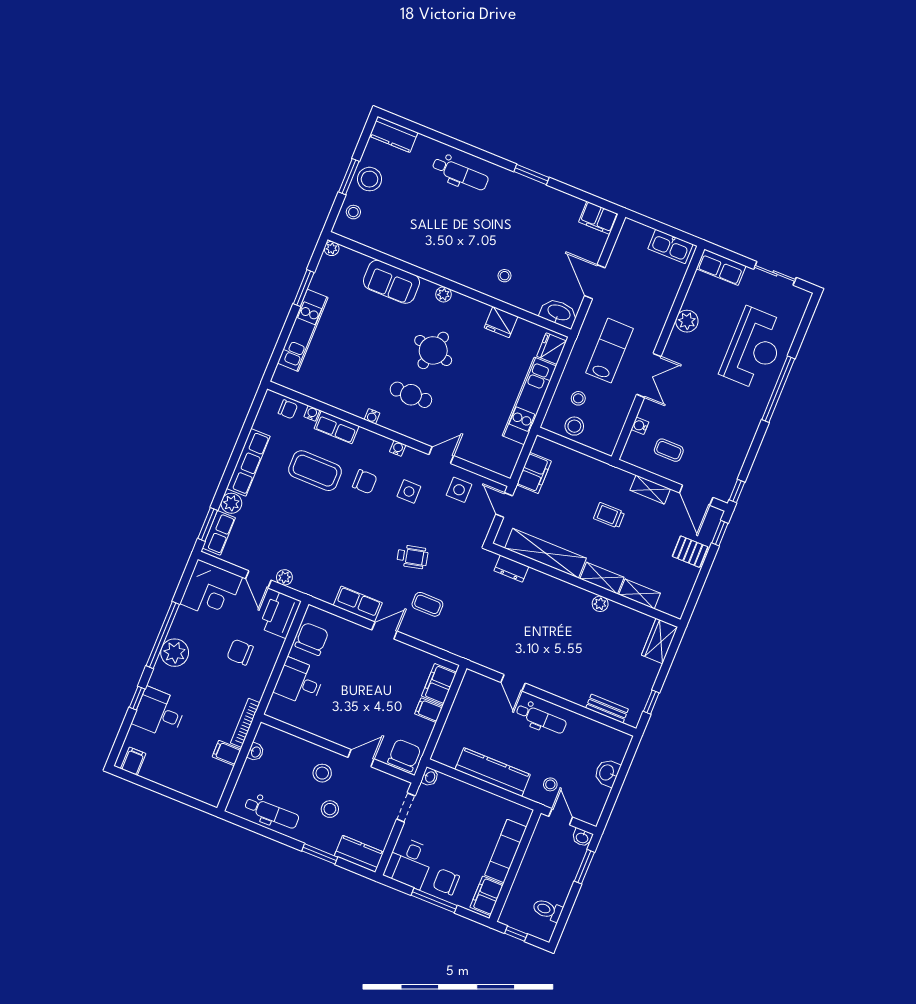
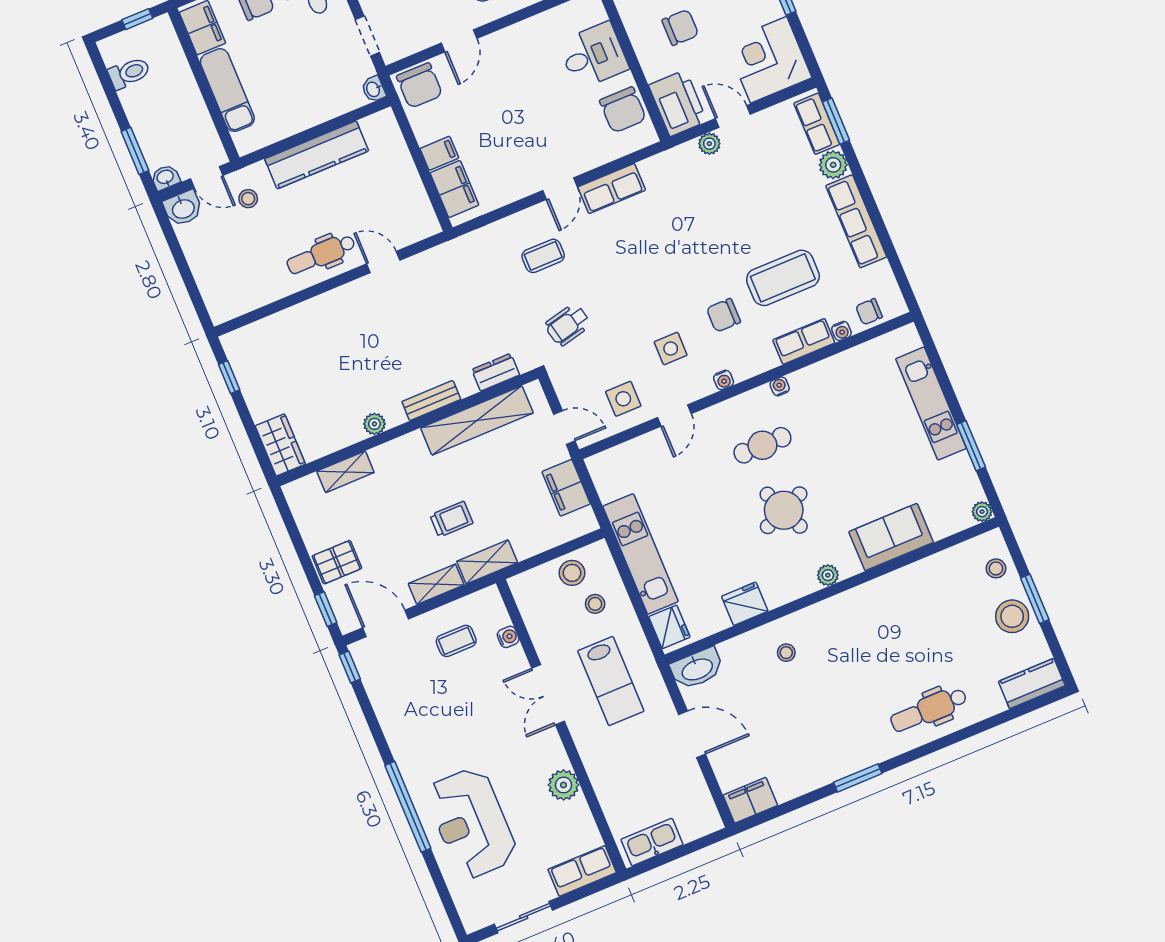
round table: (433, 350) -> (784, 510), turned -38
wheelchair: (412, 557) -> (568, 325), moved
shelving: (602, 578) -> (487, 562), moved
bench: (607, 709) -> (431, 401), moved
washbasin: (607, 773) -> (183, 208), moved, turned 90

